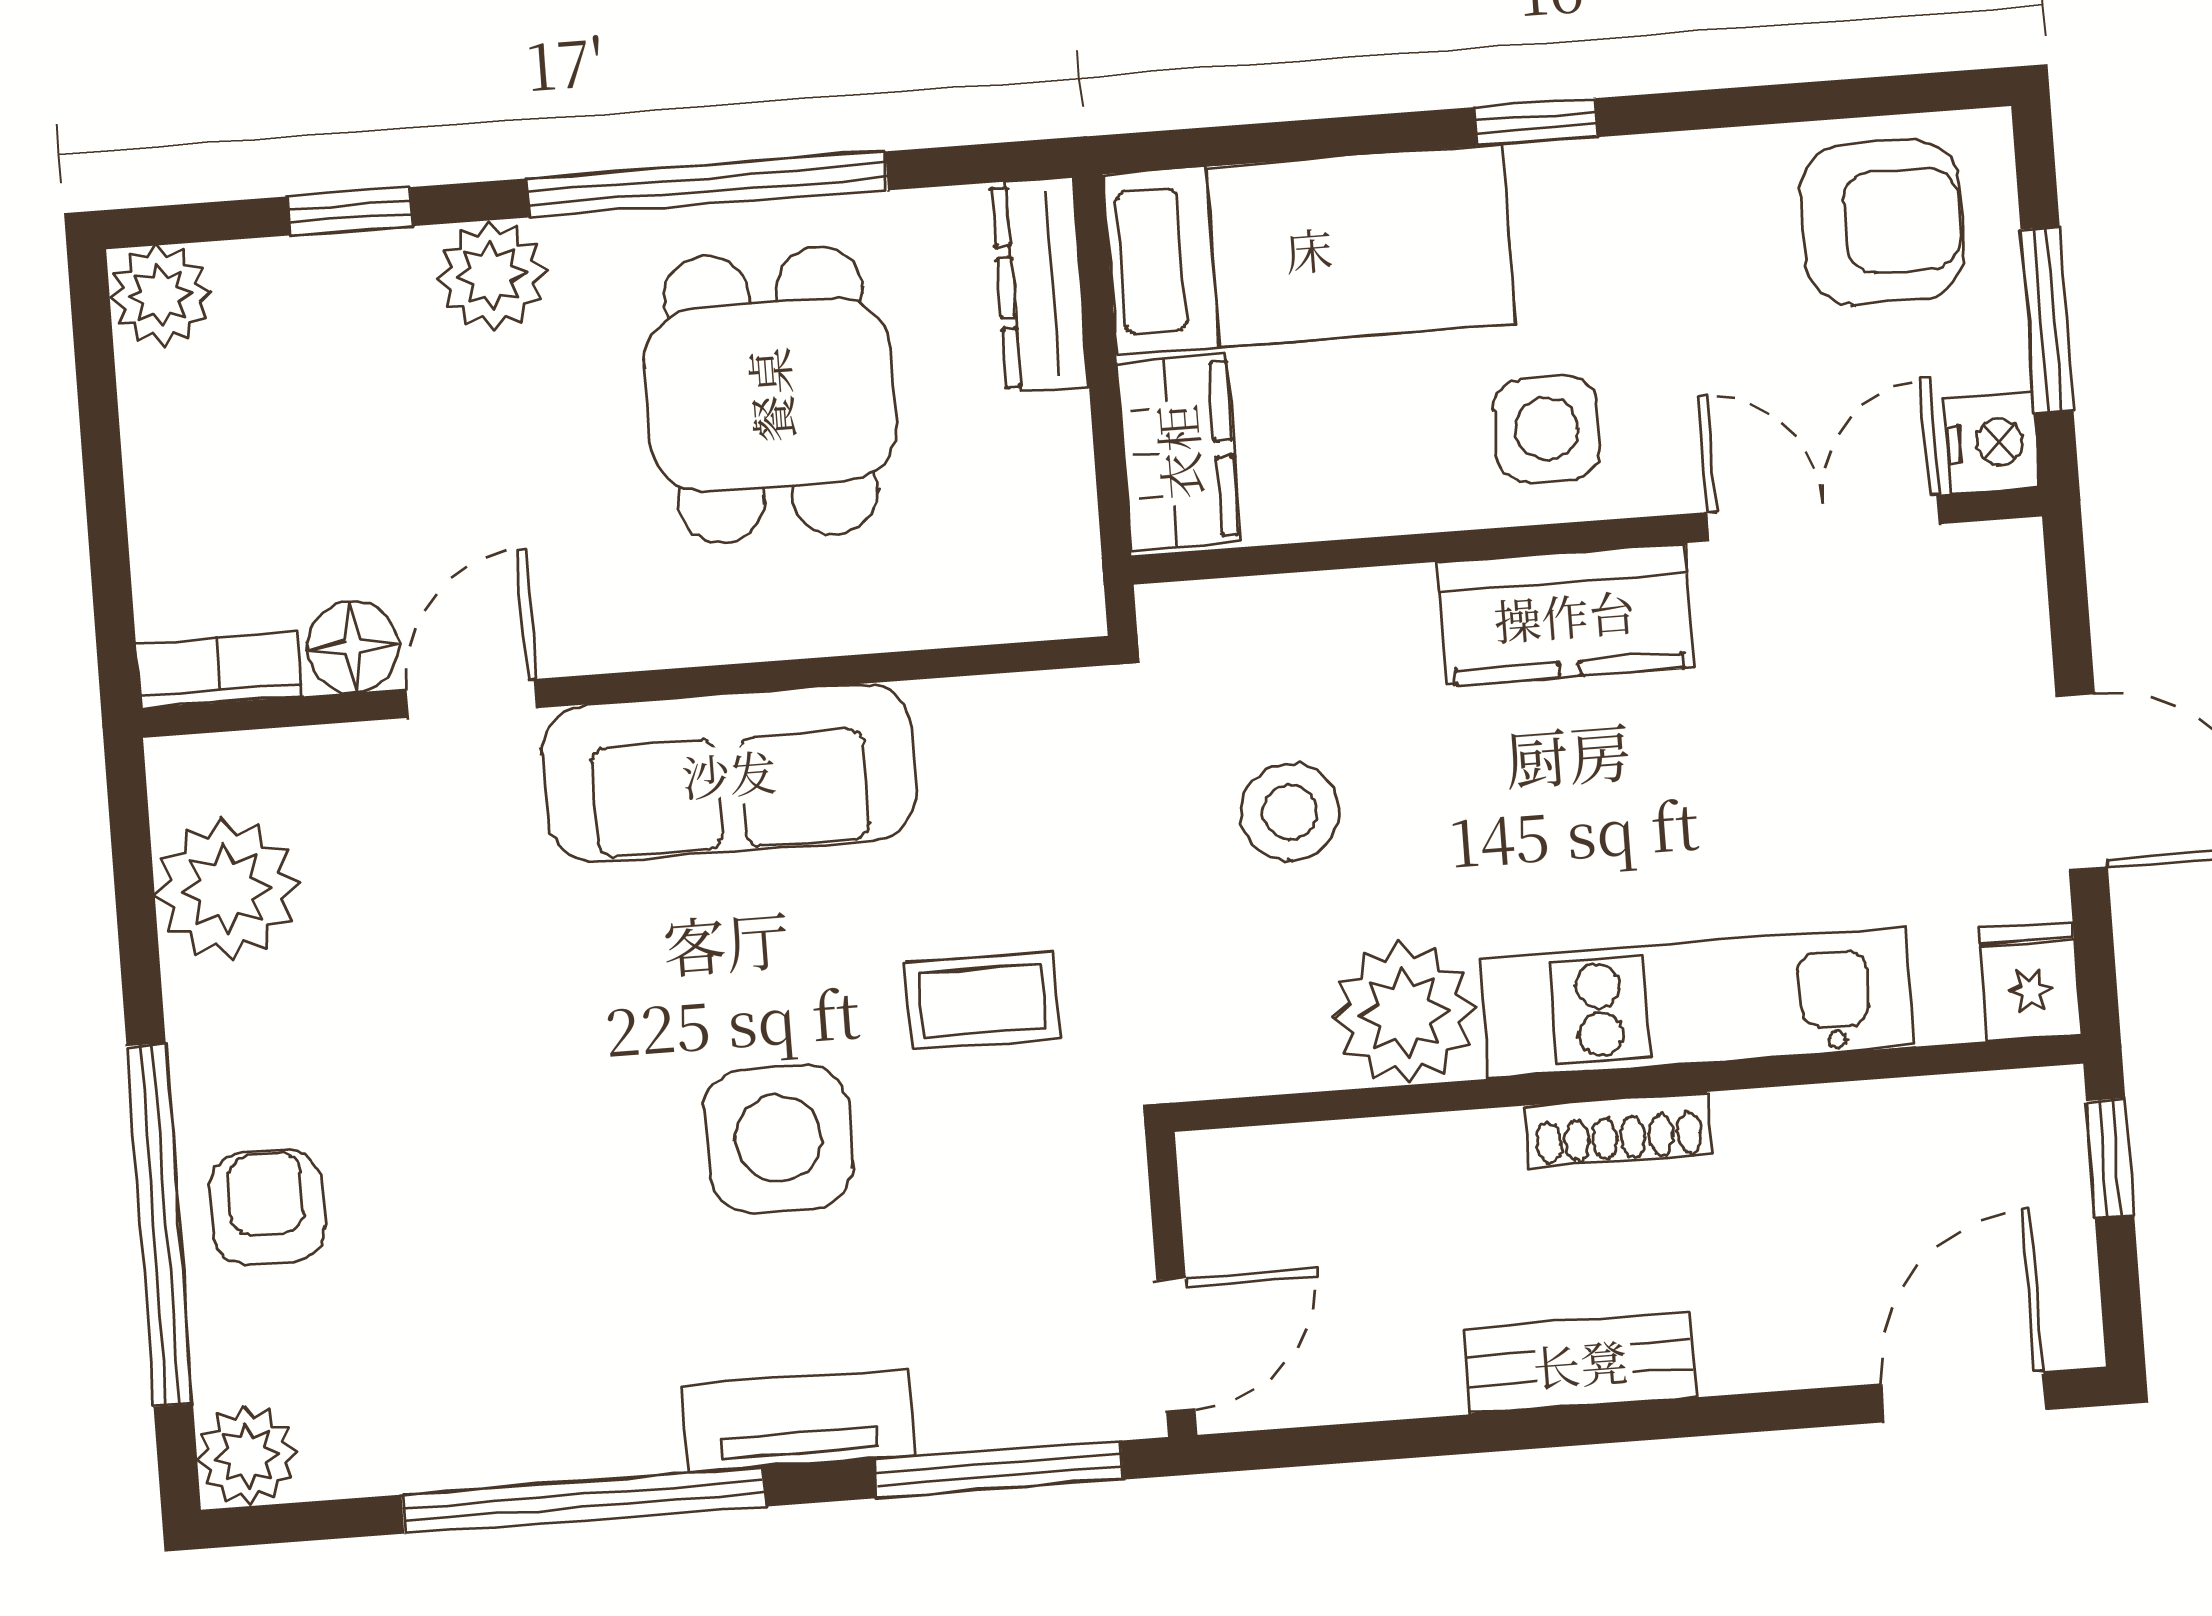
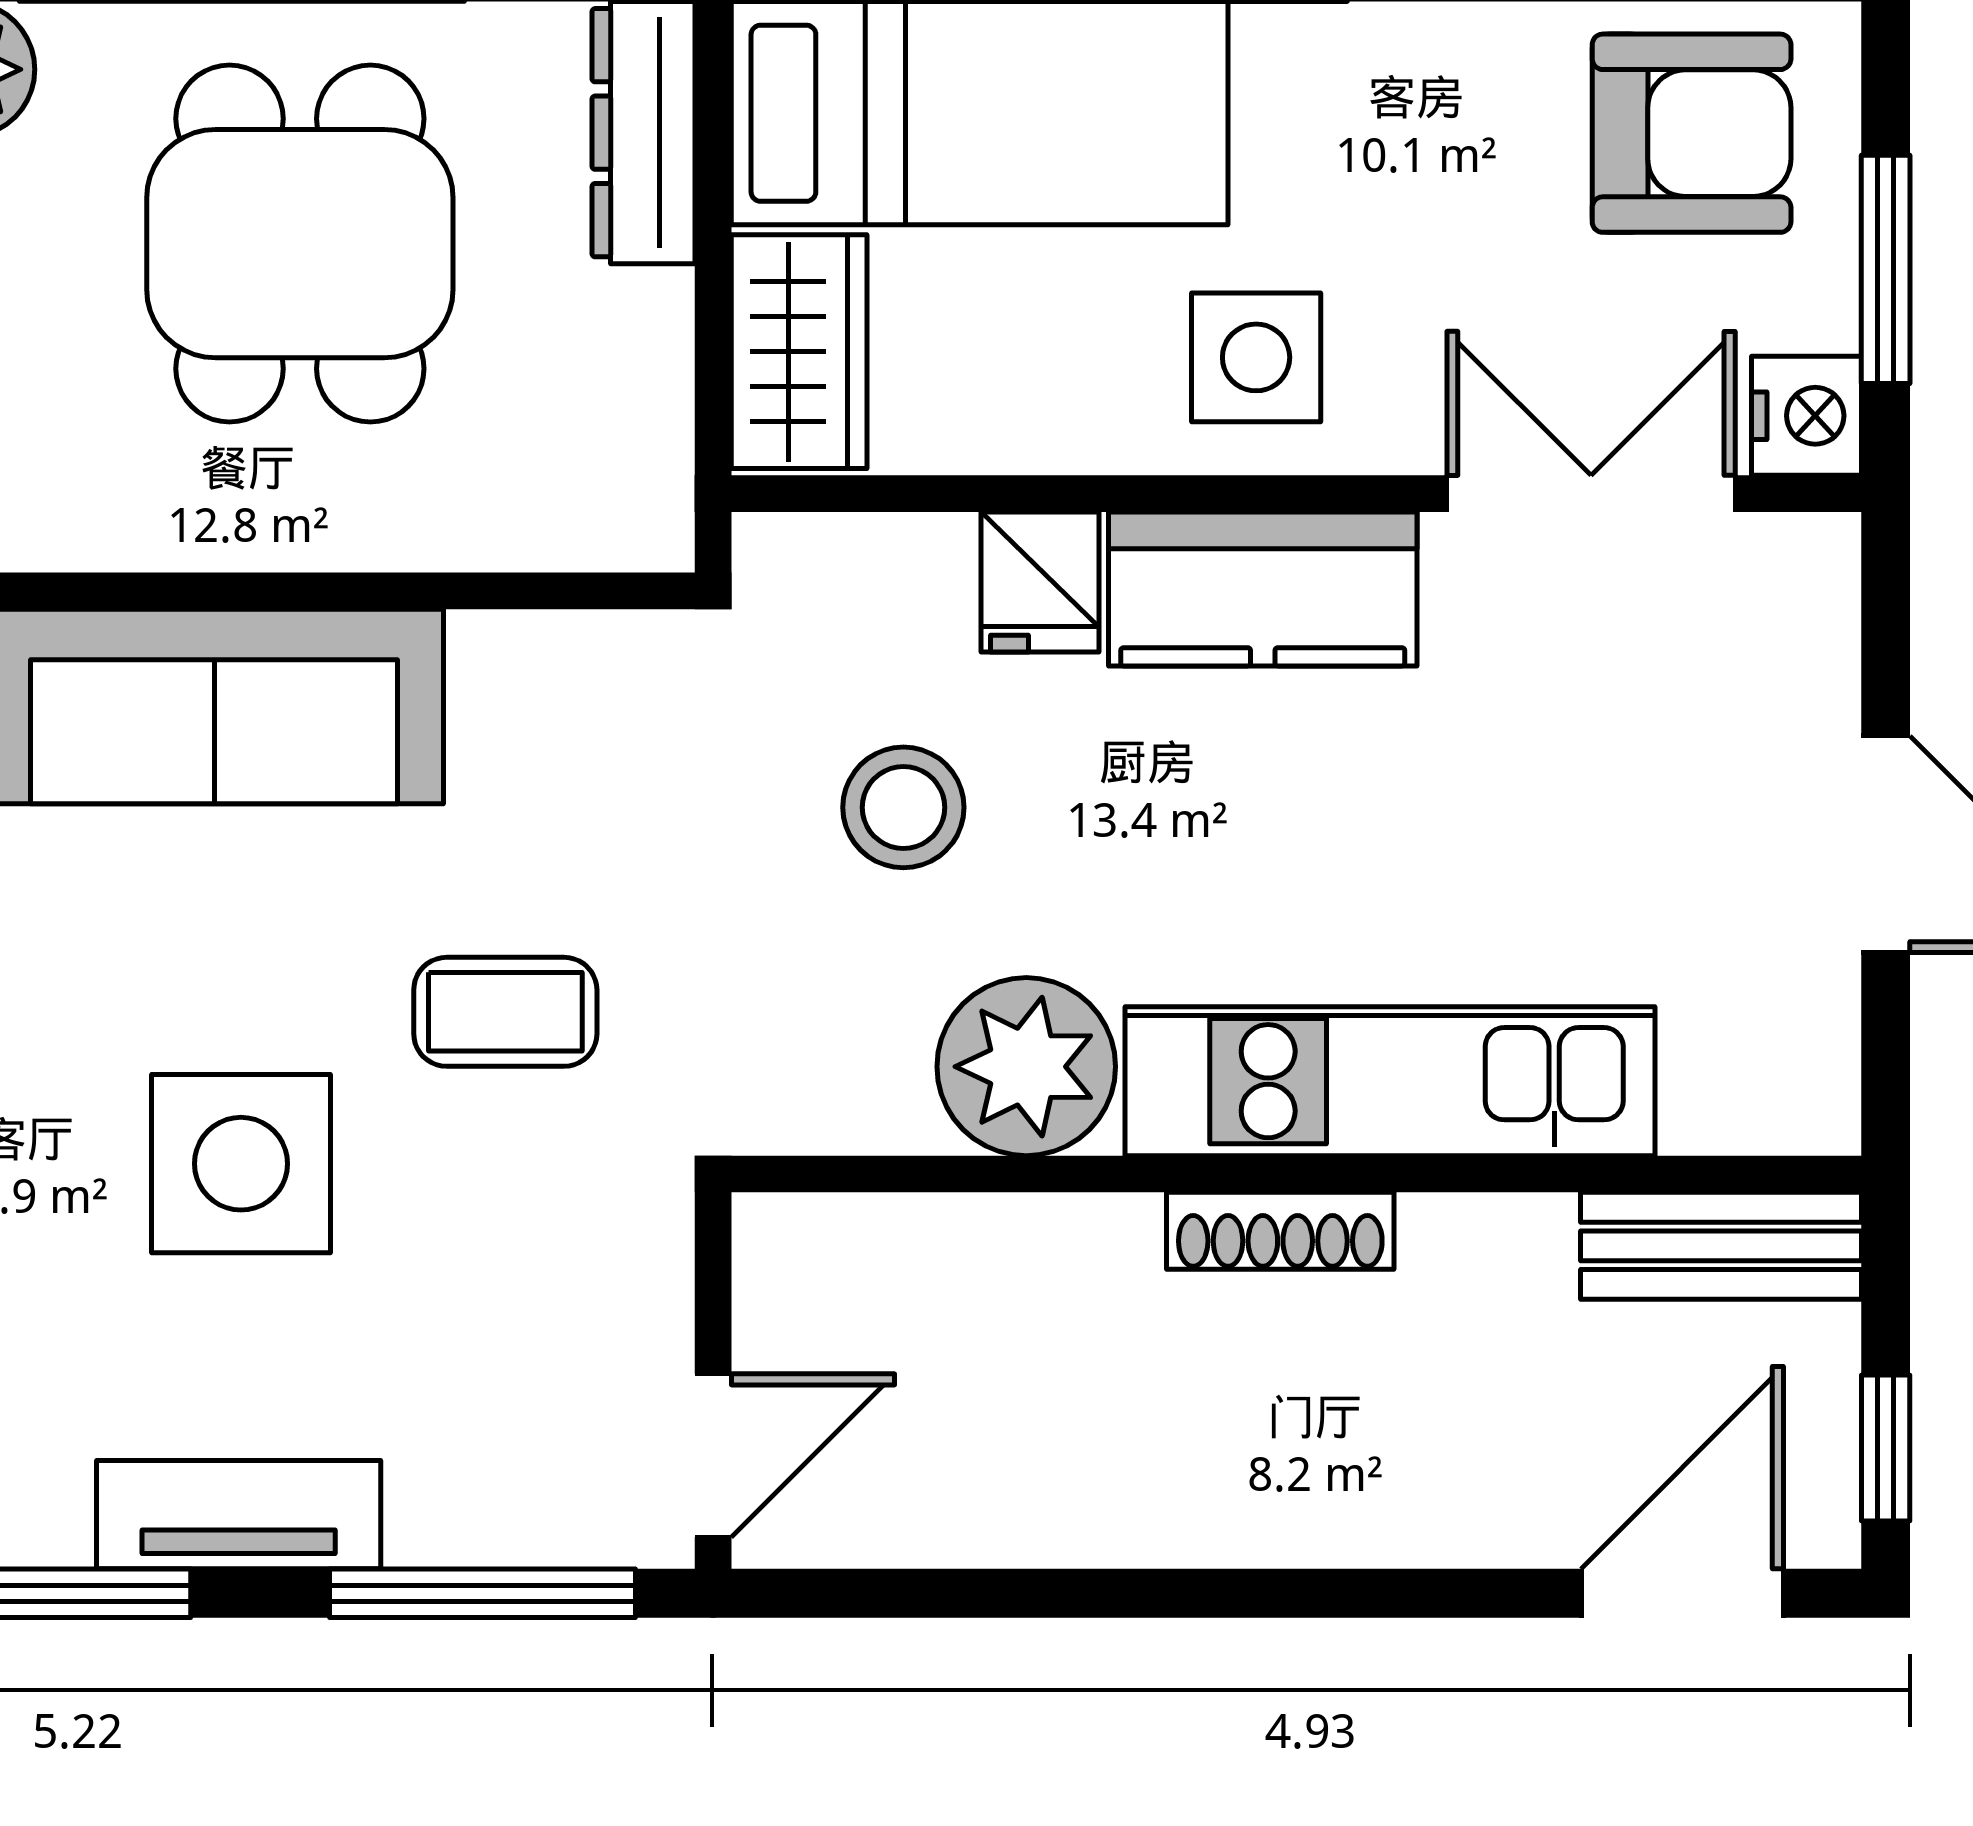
fridge: (2030, 981) -> (1040, 582), moved, turned 180
window: (2110, 1158) -> (1886, 1448), moved
bench: (1580, 1363) -> (1721, 1246), moved

